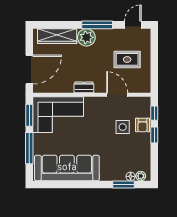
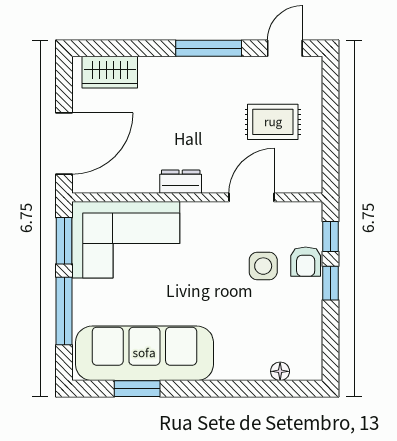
wardrobe: (57, 36) -> (110, 72), width x0.67
plant: (86, 37) -> (186, 75), removed
door: (117, 95) -> (252, 197), hinge flipped
plant: (141, 176) -> (302, 370), removed
window: (123, 185) -> (137, 389), moved

